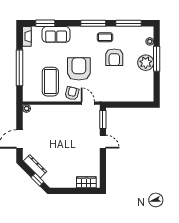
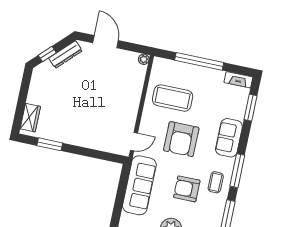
sofa: (56, 34) -> (229, 138), moved
armchair: (79, 69) -> (181, 139), turned 90
sofa: (119, 92) -> (139, 185), added
armchair: (72, 93) -> (151, 123), removed
window: (103, 120) -> (50, 144), moved
door: (103, 142) -> (79, 150), removed

